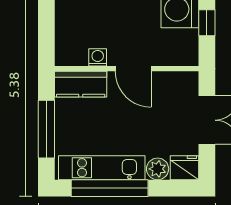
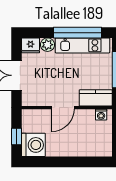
washing machine: (98, 57) -> (101, 115), moved
door: (133, 69) -> (63, 108), swing flipped

